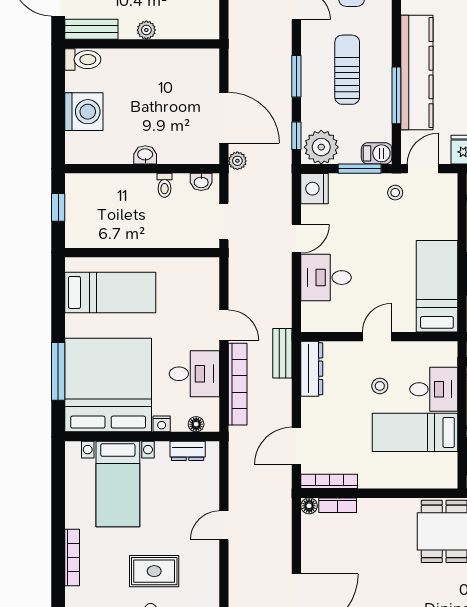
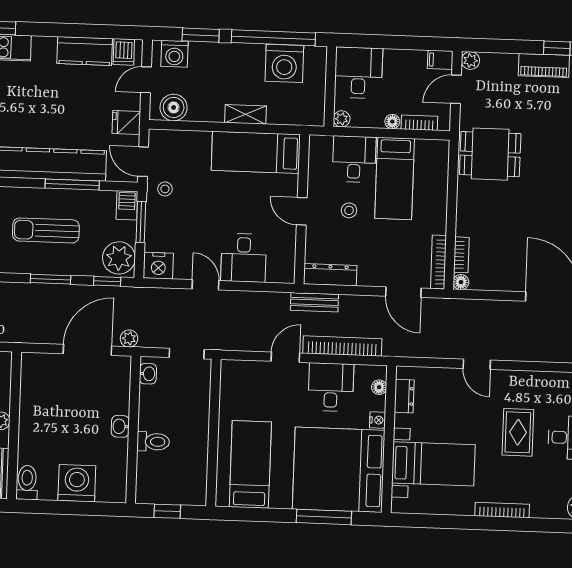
toilet: (165, 185) -> (153, 442), moved, width x1.37, depth x1.39

